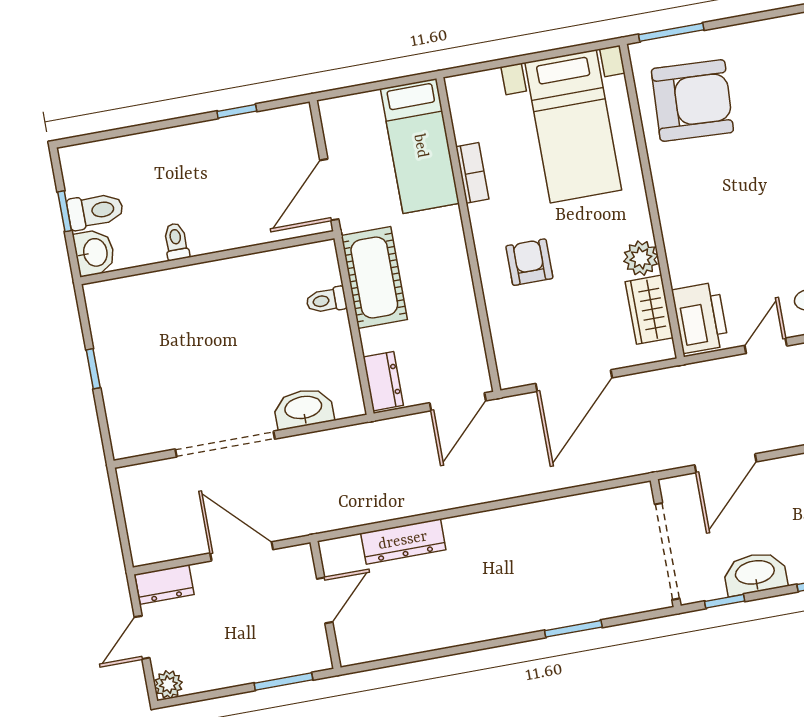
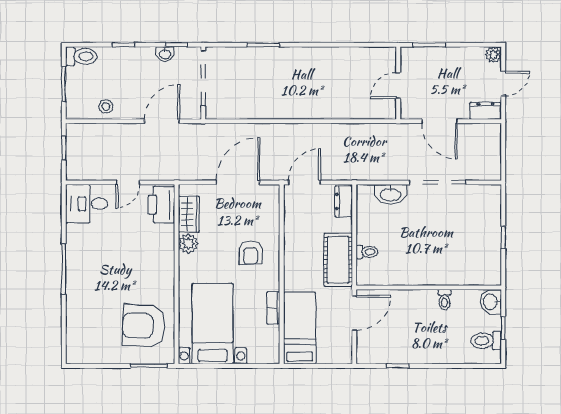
toilet: (95, 211) -> (486, 341), moved
dresser: (403, 541) -> (349, 110), removed
washbasin: (755, 573) -> (165, 54), width x0.52, depth x0.69

